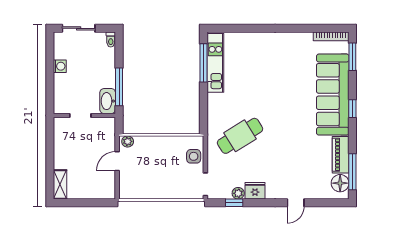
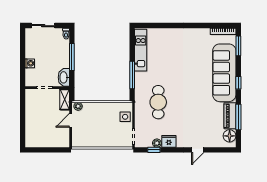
window: (204, 63) -> (132, 75), moved
washing machine: (60, 66) -> (30, 63), moved
window: (119, 87) -> (72, 57), moved
cafe table: (240, 136) -> (158, 102), turned -58
window: (352, 172) -> (238, 117), moved
shelving: (60, 184) -> (65, 99), moved

